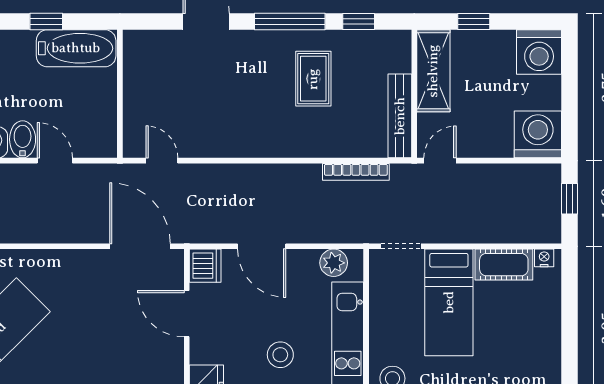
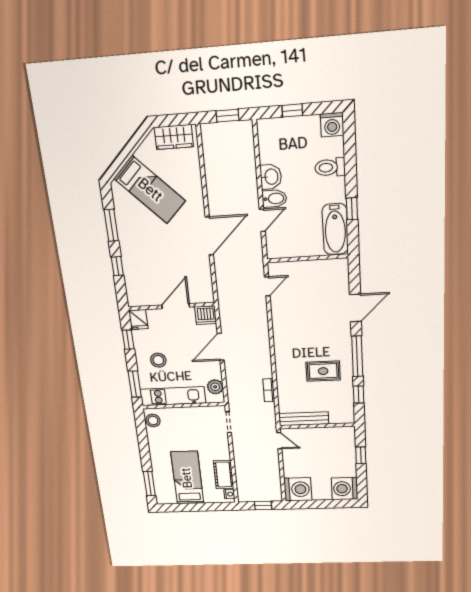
shelving: (433, 71) -> (331, 435), removed
bookcase: (356, 172) -> (269, 390), width x0.64
door: (140, 246) -> (209, 236), moved
bed: (449, 302) -> (187, 478), moved, turned 90

